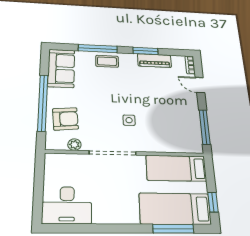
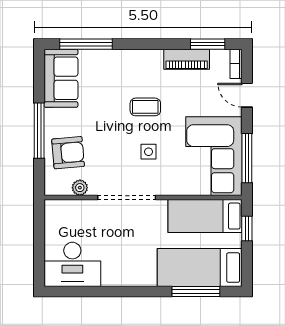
window: (98, 49) -> (86, 44), moved
window: (145, 51) -> (208, 44), moved
coffee table: (107, 61) -> (145, 107), moved
window: (43, 103) -> (39, 131), width x0.68
corner sofa: (179, 125) -> (214, 156), added
window: (213, 202) -> (247, 228), moved

